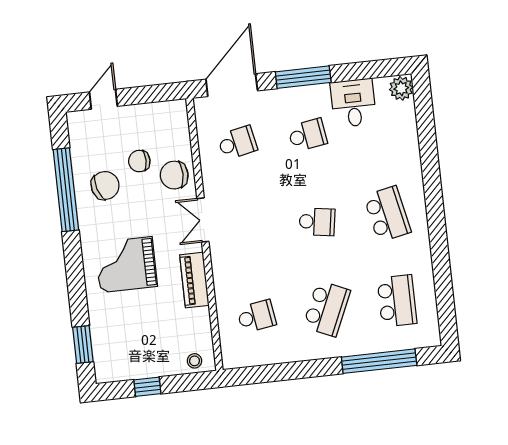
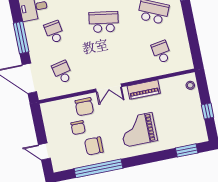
chair: (105, 186) -> (94, 146), turned -73
school desk: (317, 222) -> (104, 22), width x1.85
grand piano: (126, 265) -> (138, 130), turned 90

